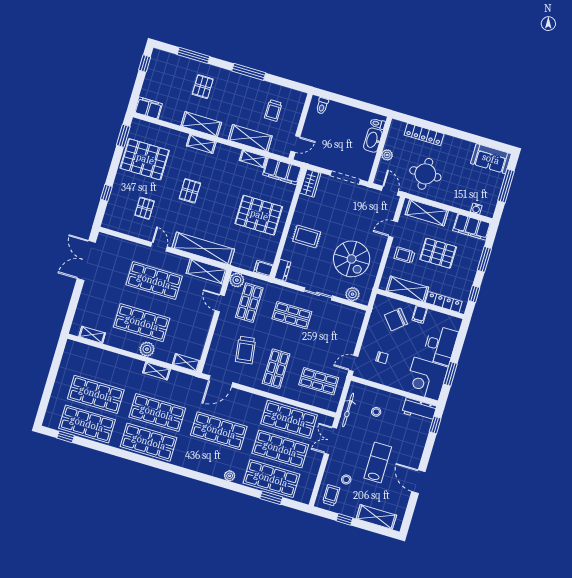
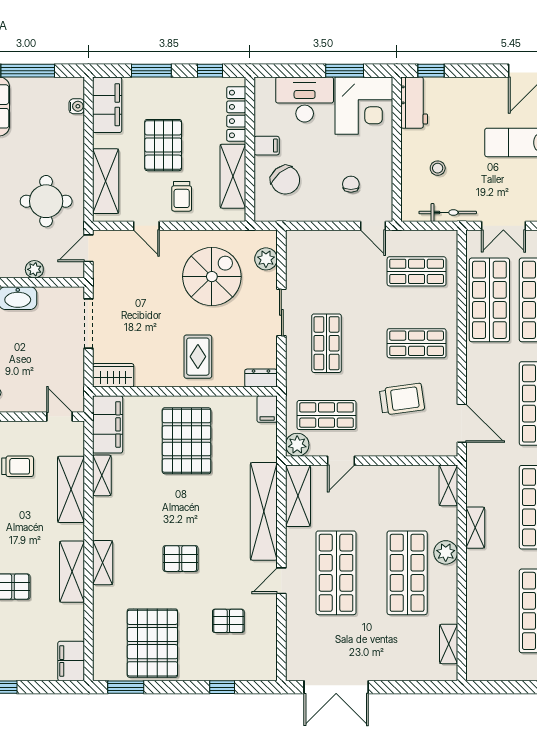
shop shelf: (319, 381) -> (417, 271), turned 90

